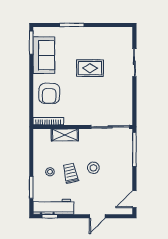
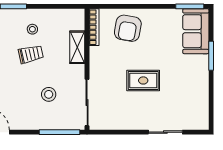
sofa: (44, 55) -> (196, 31), moved, turned 90
rug: (90, 68) -> (143, 80), moved, turned 90
armchair: (49, 93) -> (128, 28), turned -82
stool: (93, 168) -> (49, 94), moved

